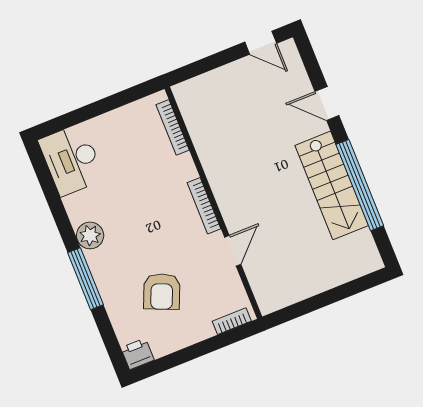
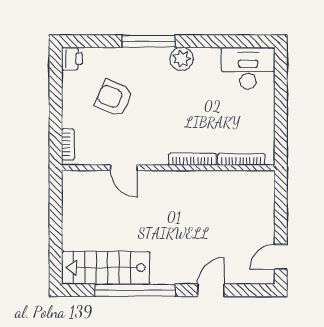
stairs: (332, 185) -> (106, 268), moved
bookcase: (204, 206) -> (192, 159), moved

